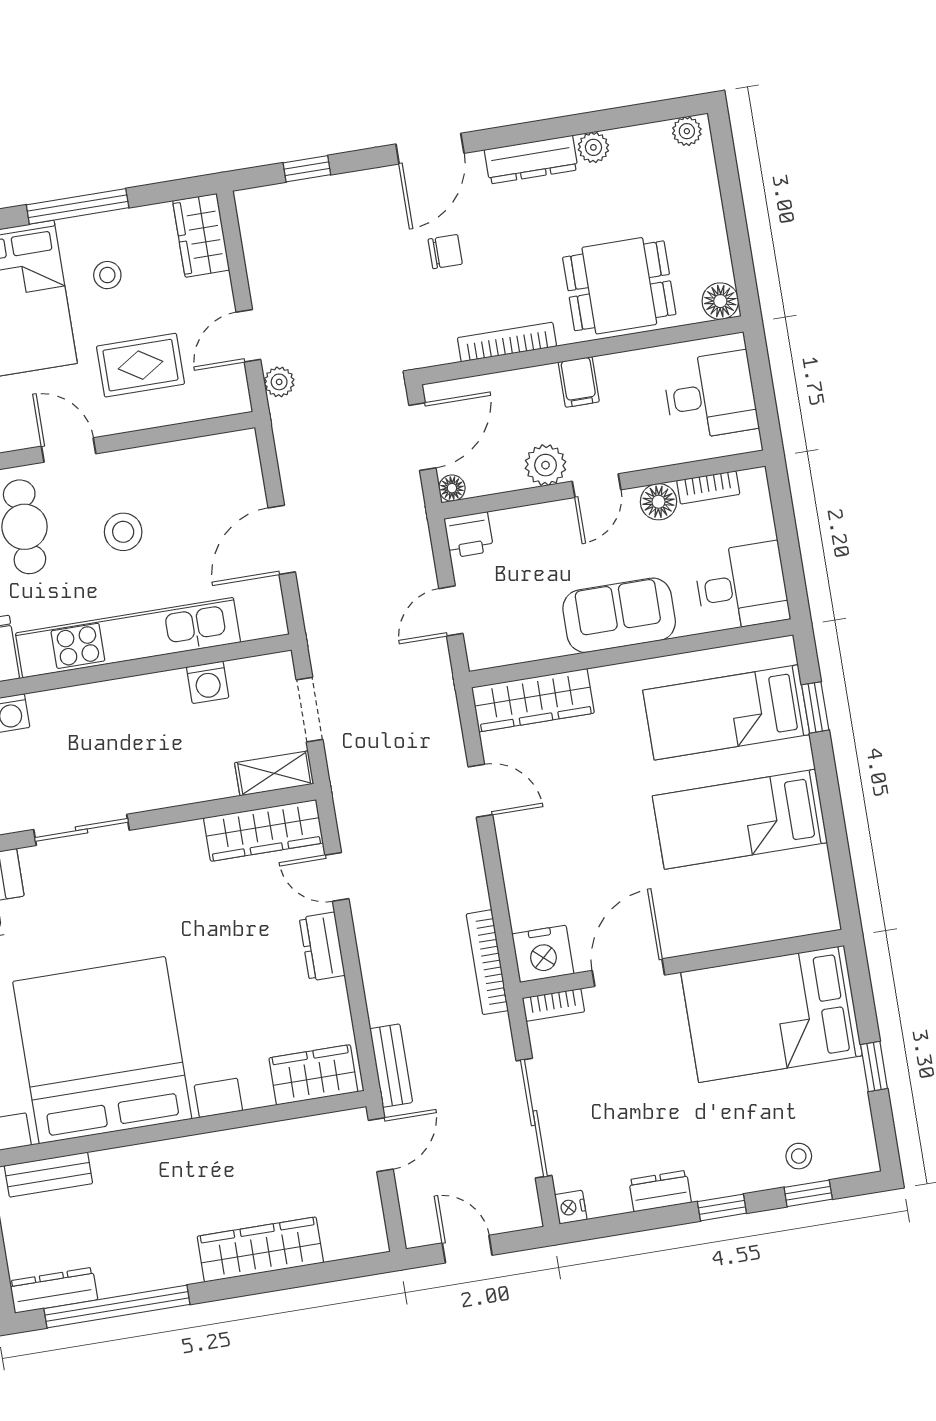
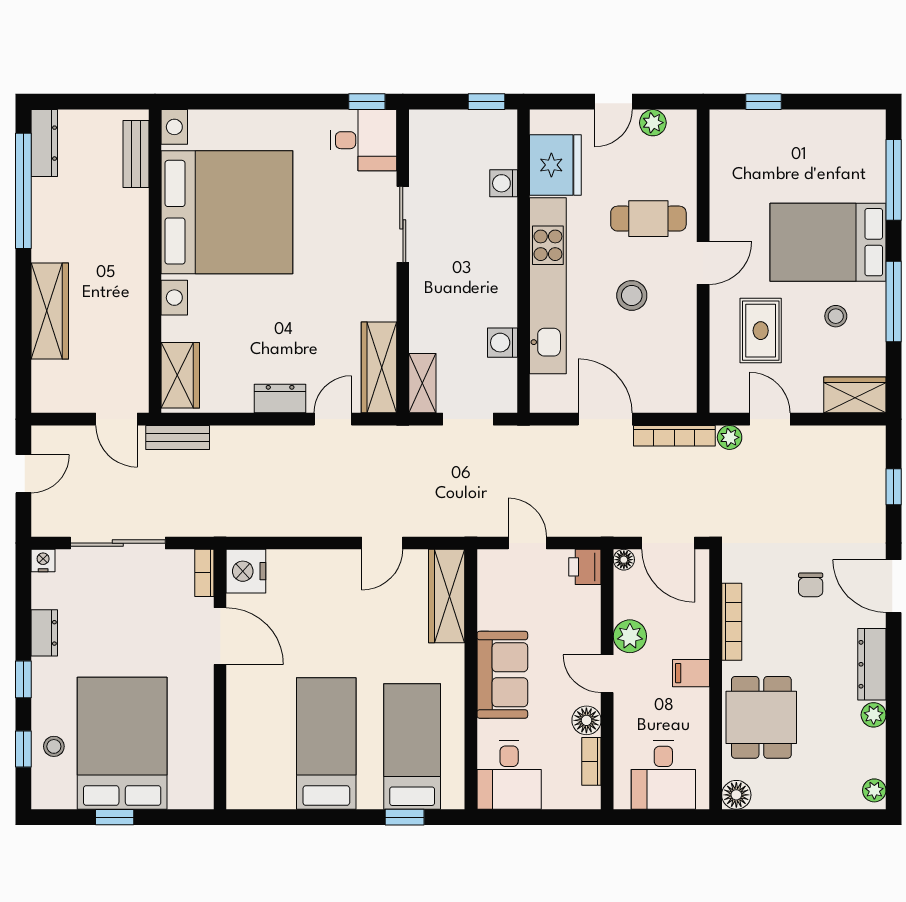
bookcase: (487, 962) -> (674, 436), moved, turned 180
bed: (771, 1014) -> (122, 743), moved

